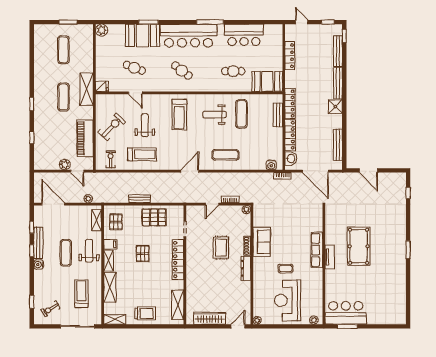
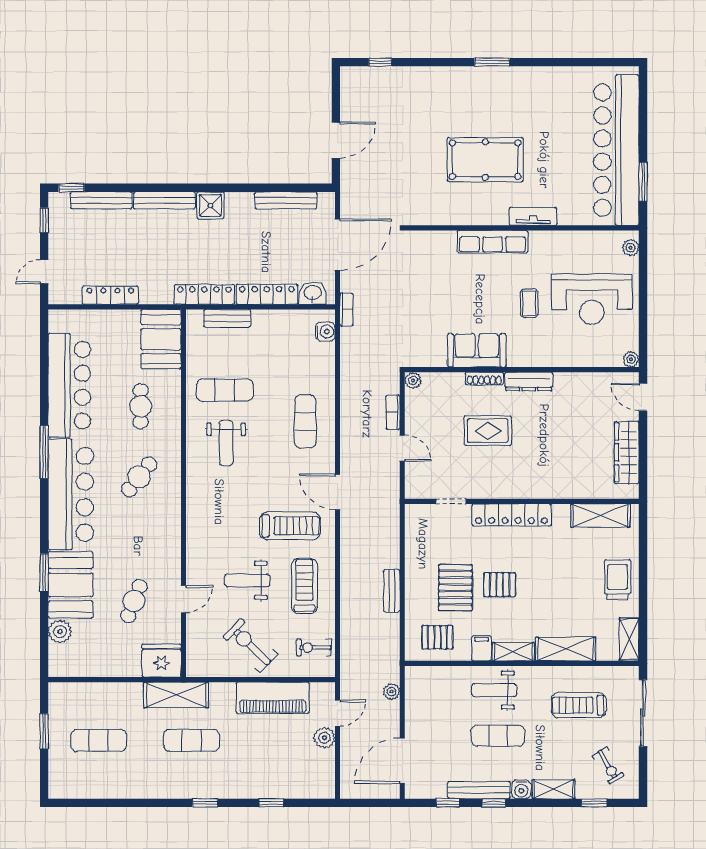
plant: (102, 30) -> (60, 632), moved
bar counter: (244, 35) -> (69, 385), width x1.36
cafe table: (182, 70) -> (139, 477), moved
fridge: (102, 86) -> (161, 661), width x1.88, depth x1.34
treadmill: (179, 115) -> (290, 526), moved
pallet: (154, 217) -> (455, 588), moved
shelving: (96, 220) -> (554, 789), moved
tv unit: (330, 257) -> (533, 216), moved
bar counter: (346, 313) -> (616, 150), width x1.86

